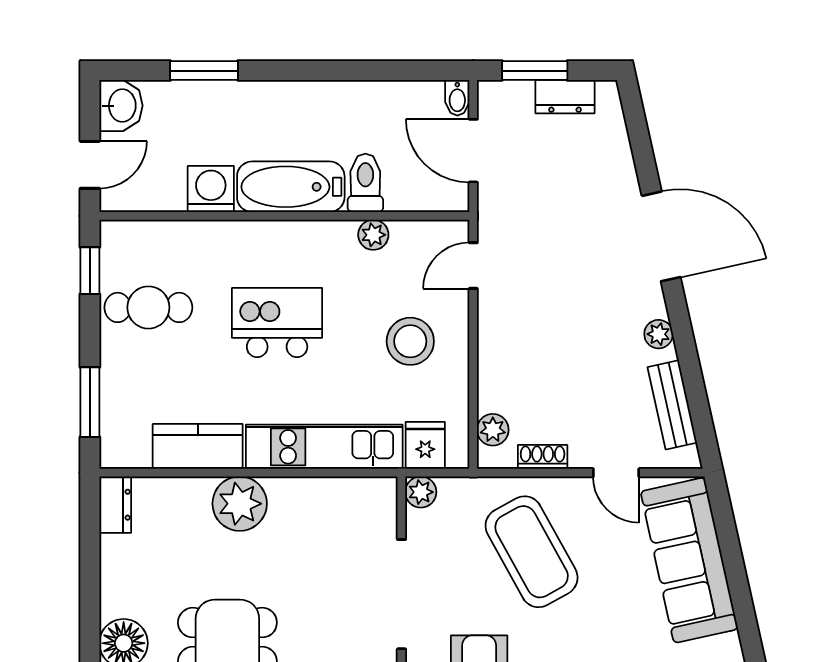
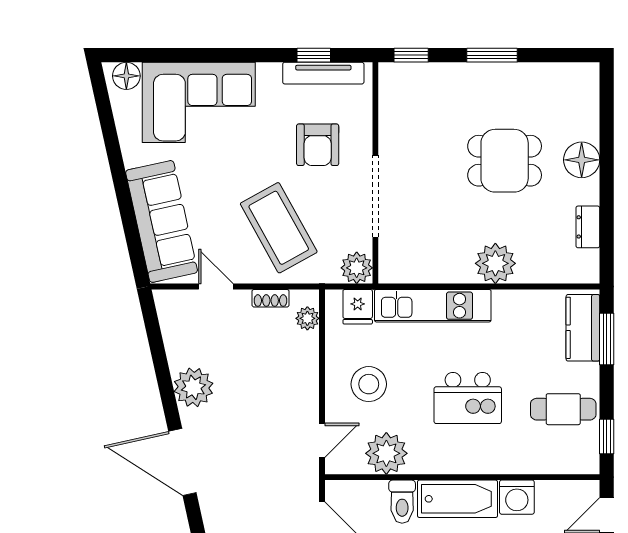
plant: (373, 235) -> (386, 453), width x1.87, depth x1.87
plant: (659, 334) -> (193, 387), width x1.88, depth x1.88
bench: (672, 405) -> (174, 337), removed
kitchen counter: (198, 446) -> (583, 328), moved, turned 90
plant: (421, 492) -> (357, 268), width x1.38, depth x1.38
dresser: (115, 505) -> (588, 227), moved

